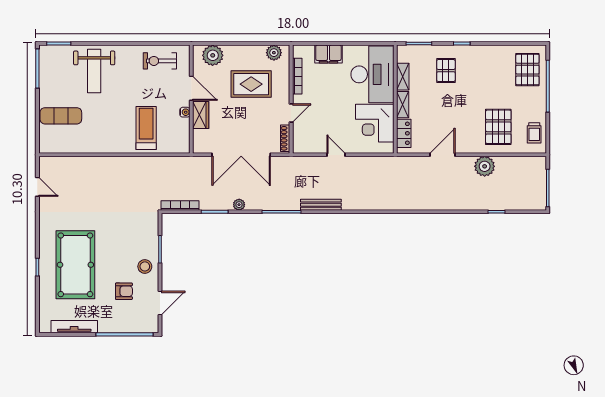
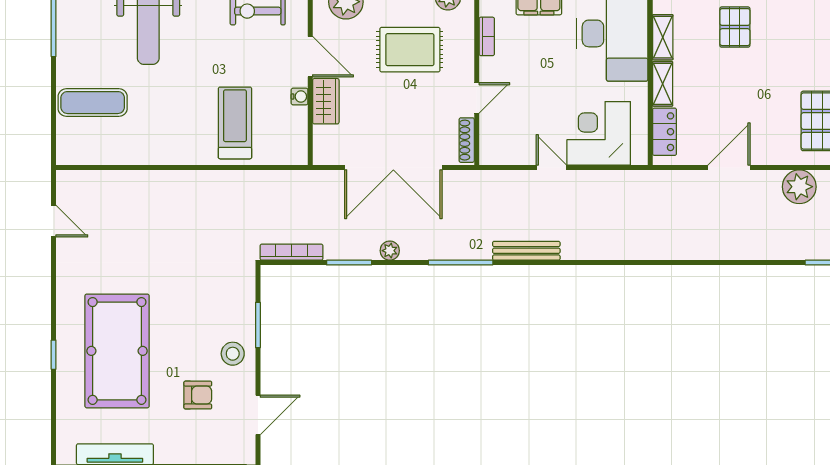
bookcase: (297, 76) -> (487, 36), width x0.64
corner desk: (375, 123) -> (599, 133), moved, turned 90

